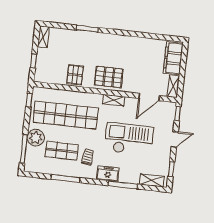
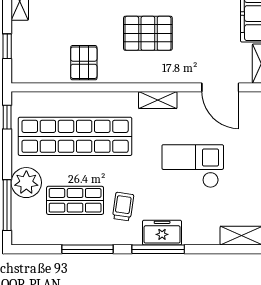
pallet: (109, 77) -> (148, 33), moved
door: (149, 97) -> (220, 87), hinge flipped
checkout: (129, 139) -> (193, 166), width x0.73, depth x0.83
window: (123, 185) -> (158, 249), moved

